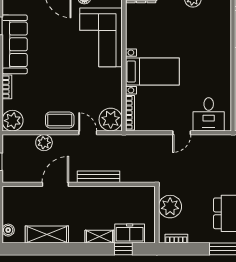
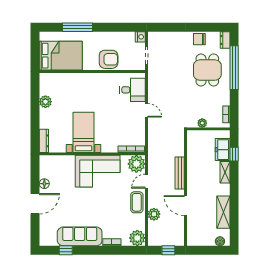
corner sofa: (101, 37) -> (98, 171), moved
bed with nightstands: (152, 71) -> (84, 132), moved
plant: (170, 207) -> (202, 123), width x0.53, depth x0.53

